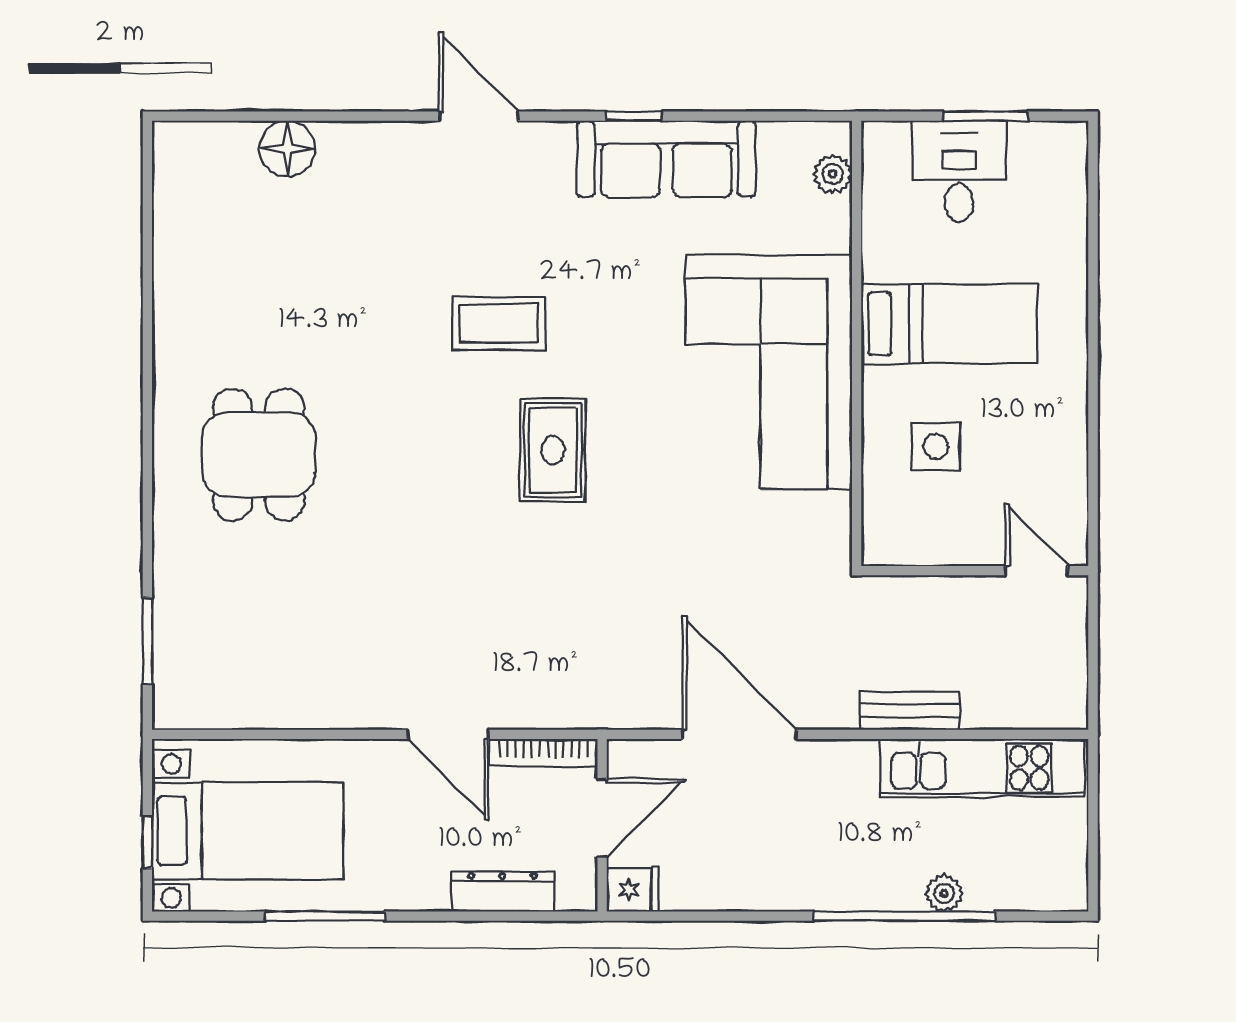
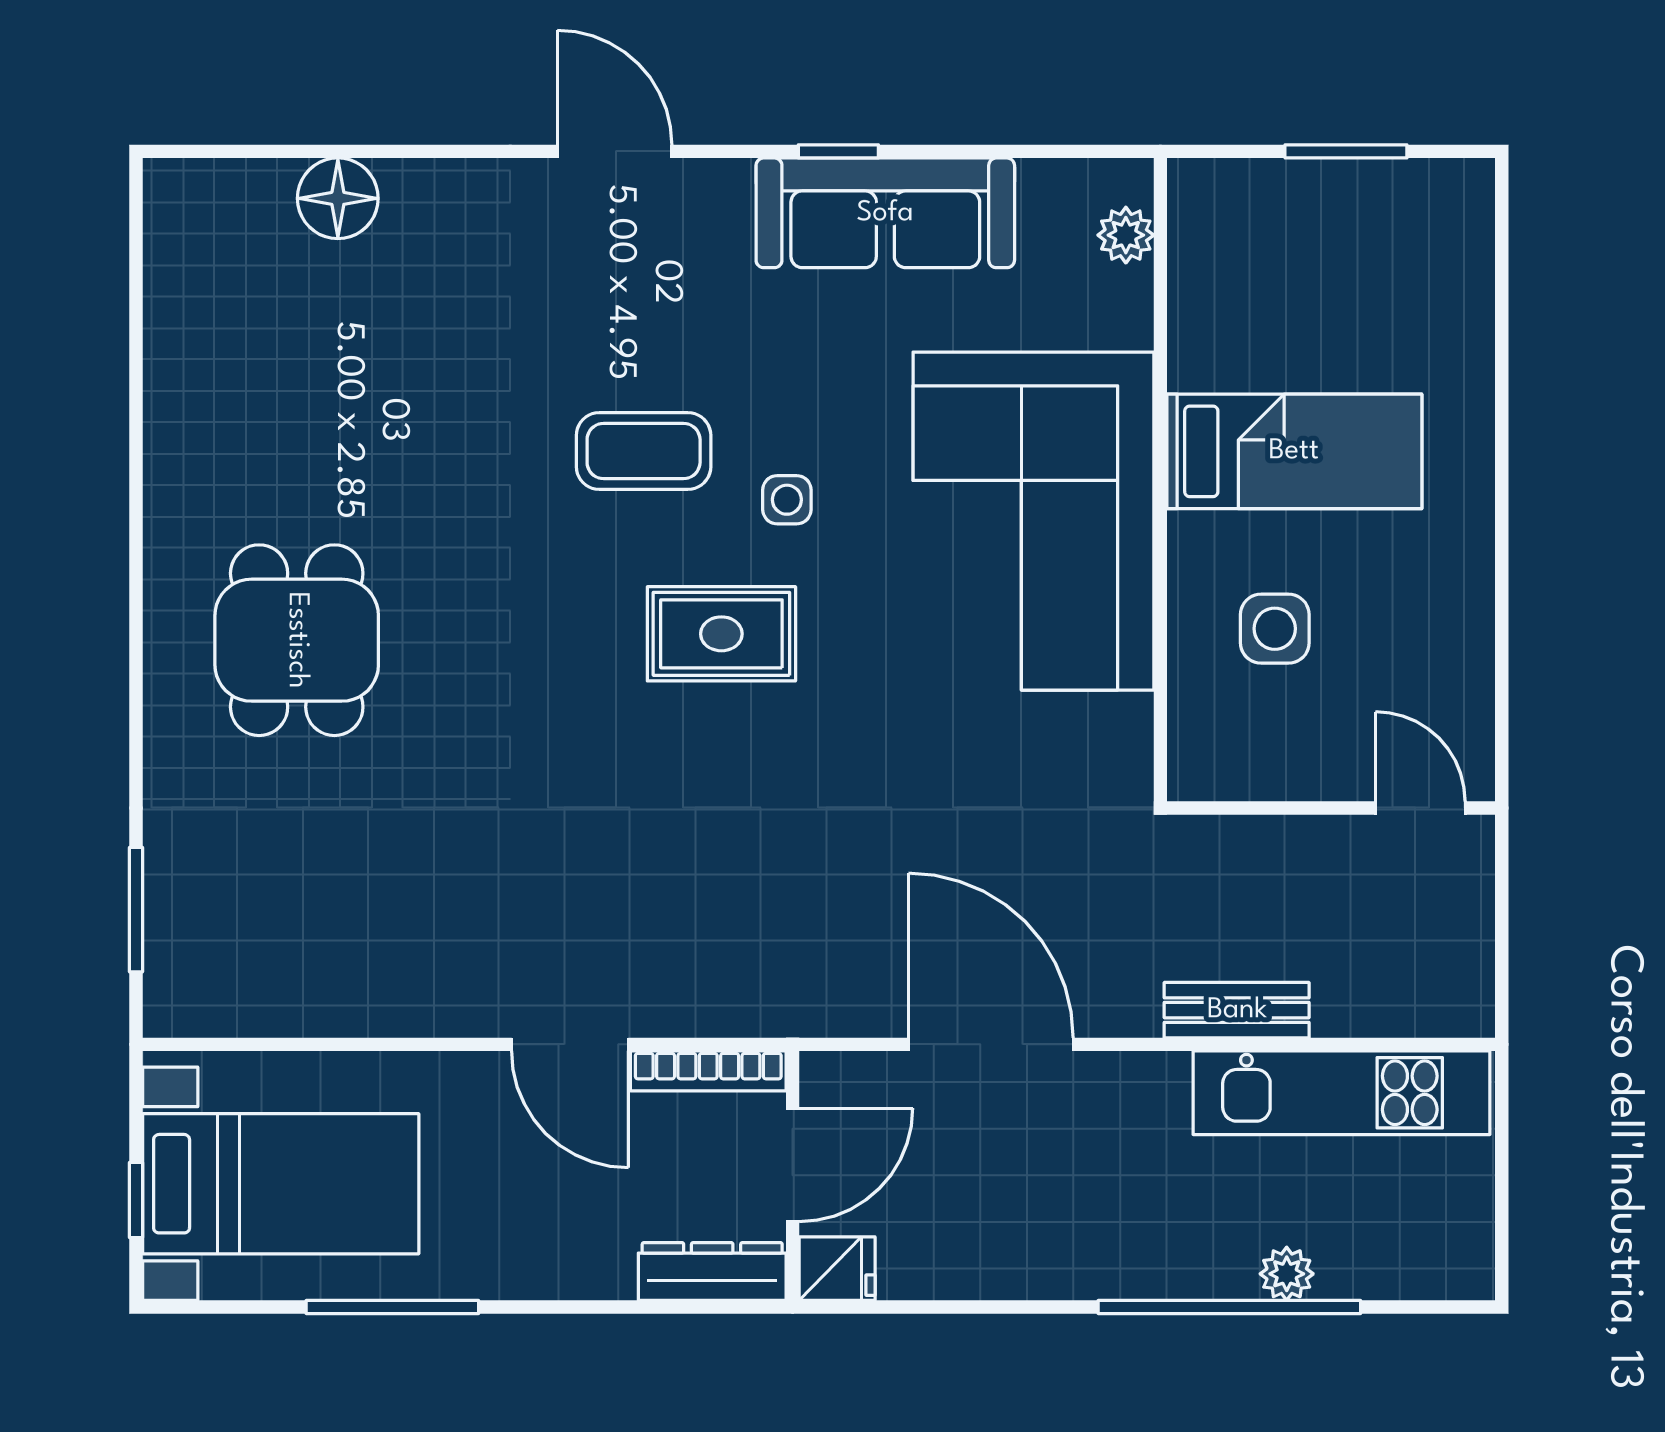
desk: (959, 171) -> (1308, 231), removed
side table: (598, 357) -> (787, 500), added
rug: (553, 450) -> (721, 634), turned 90
dresser: (502, 892) -> (712, 1272), moved

